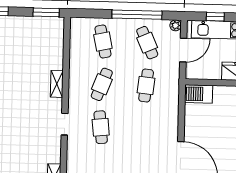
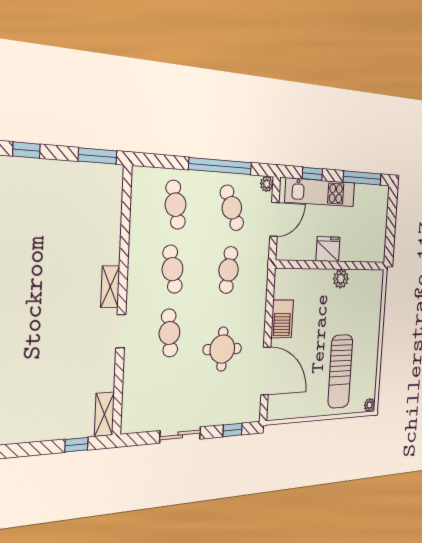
shelving: (57, 84) -> (110, 287), moved
cafe table: (102, 84) -> (173, 269), turned -33
barbecue: (199, 94) -> (282, 319), moved, turned -90
round table: (143, 141) -> (222, 349), added

